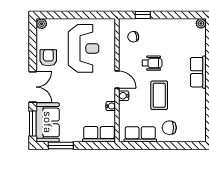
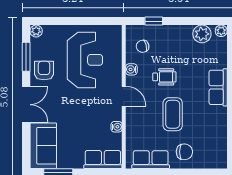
plant: (184, 26) -> (202, 34), added
water cooler: (124, 96) -> (131, 69), moved
window: (33, 124) -> (26, 57), moved
chair: (169, 128) -> (184, 152), turned 180

